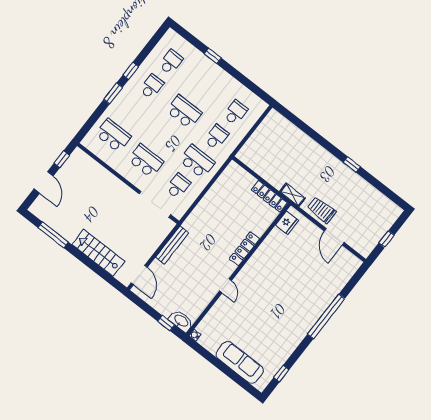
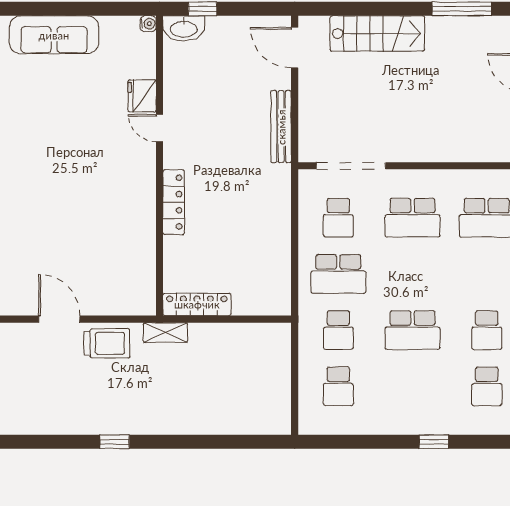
fridge: (287, 223) -> (142, 96), moved

